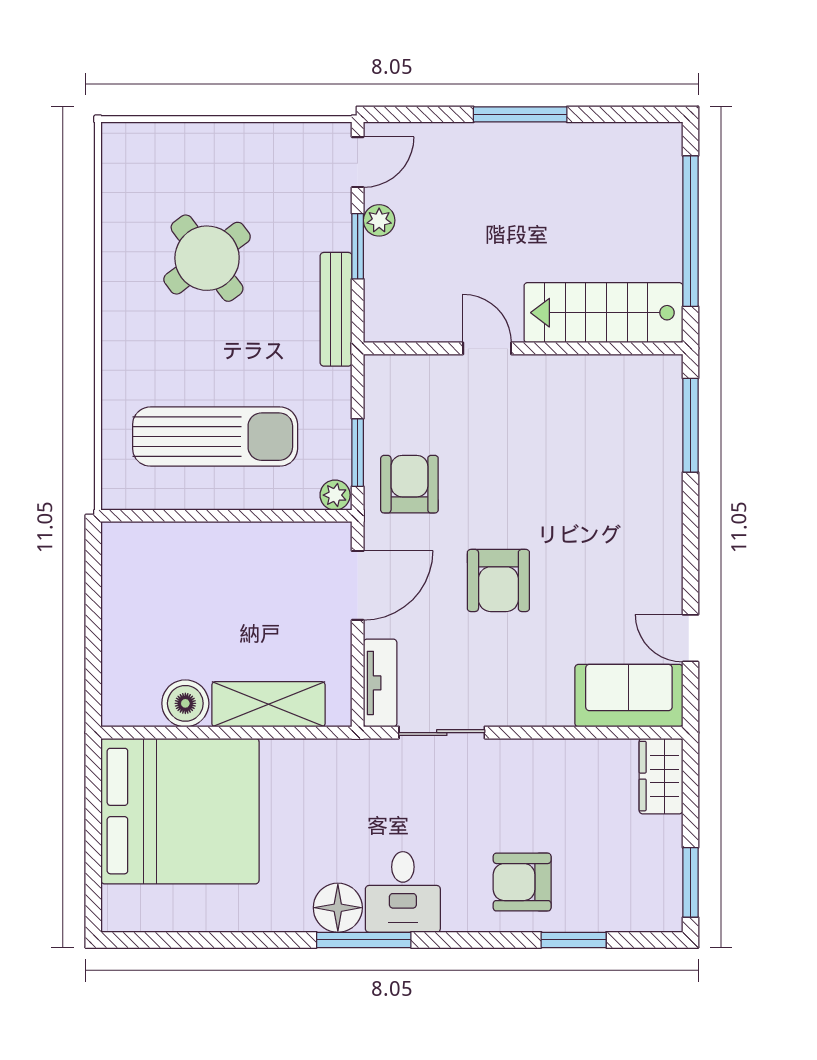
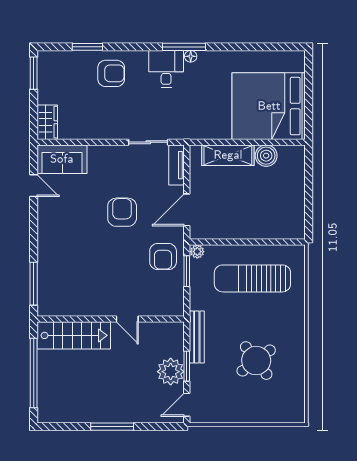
plant: (379, 220) -> (171, 372), width x1.88, depth x1.88
floor lamp: (338, 908) -> (191, 56), width x0.53, depth x0.53

